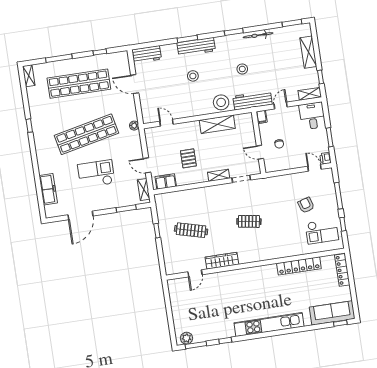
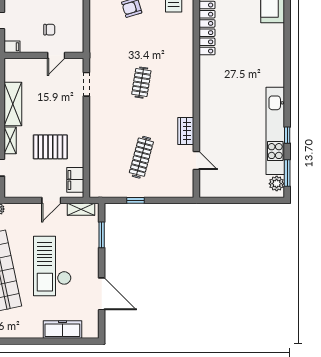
pallet: (188, 158) -> (50, 147), width x1.50, depth x1.42
checkout: (96, 174) -> (52, 266), width x1.36, depth x1.21
shelving: (219, 175) -> (10, 140), moved
wardrobe: (222, 261) -> (186, 131), width x0.67
kitchen unit: (269, 325) -> (275, 131), moved

